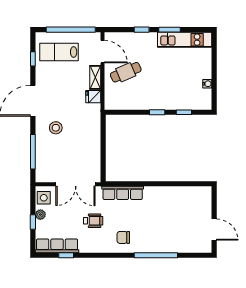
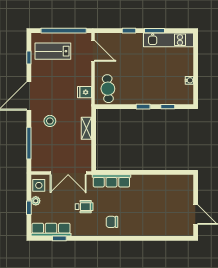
cafe table: (126, 72) -> (108, 89), moved, turned -71
shelving: (95, 77) -> (86, 128), moved
window: (156, 255) -> (142, 238), removed

